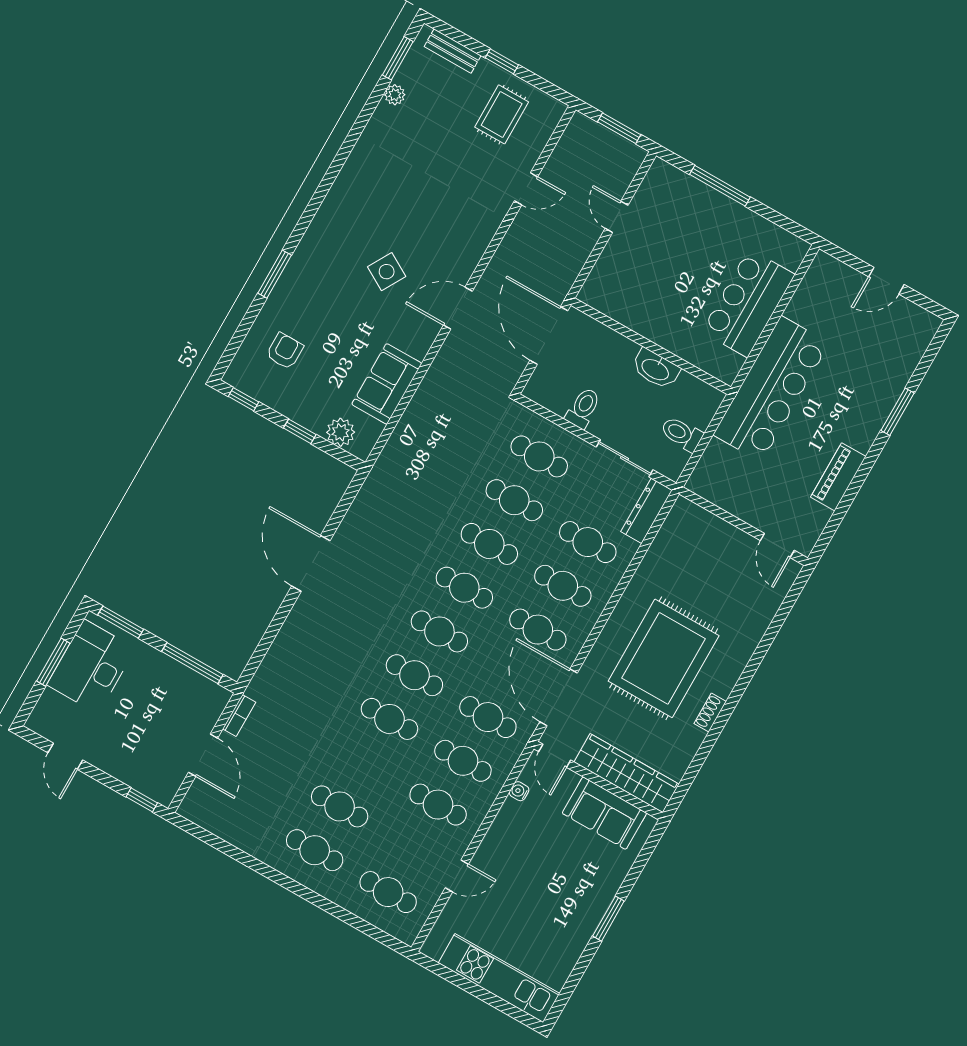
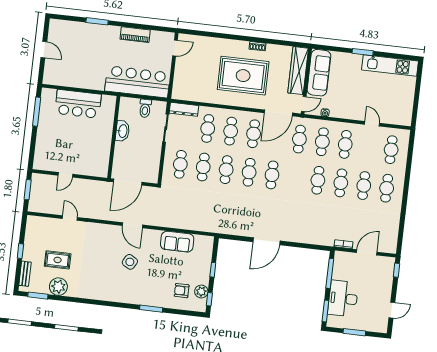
plant: (395, 95) -> (58, 287), width x1.88, depth x1.88
rug: (502, 114) -> (58, 260), moved
window: (720, 186) -> (37, 112), moved
bar counter: (771, 389) -> (137, 82), moved
toilet: (583, 408) -> (152, 155), removed
plant: (341, 432) -> (201, 292), moved
desk: (91, 667) -> (343, 298), moved, turned 90
cafe table: (414, 675) -> (341, 183), moved
sofa: (604, 813) -> (319, 73), width x1.36
kitchen unit: (499, 978) -> (390, 65), moved, turned -90

